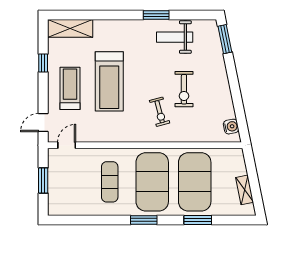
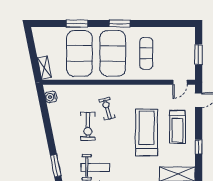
exercise bike: (184, 89) -> (88, 126), turned 180
shelving: (245, 190) -> (44, 68), moved

